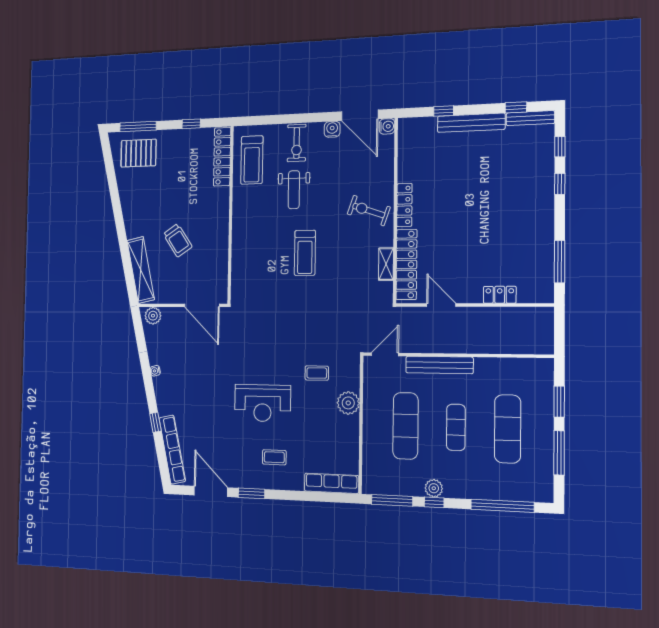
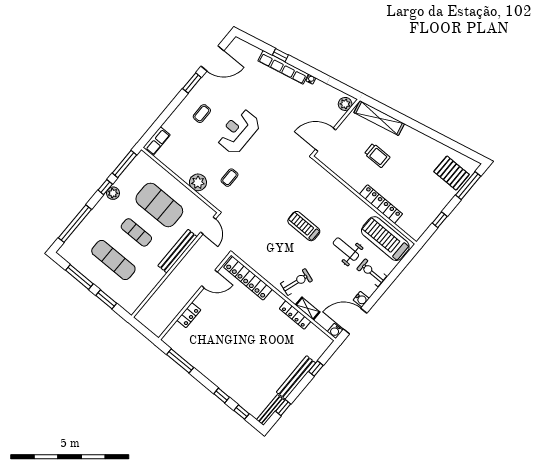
pallet: (139, 153) -> (452, 173), turned 90
locker: (222, 157) -> (381, 204), moved
treadmill: (252, 160) -> (385, 239), width x1.37, depth x1.38
locker: (404, 205) -> (295, 315), moved
trolley: (178, 240) -> (377, 155), turned -146
shelving: (386, 264) -> (308, 308), moved
exercise mat: (405, 426) -> (159, 205), width x1.47
row of seats: (172, 450) -> (283, 67), moved
row of seats: (332, 483) -> (157, 141), width x0.68

